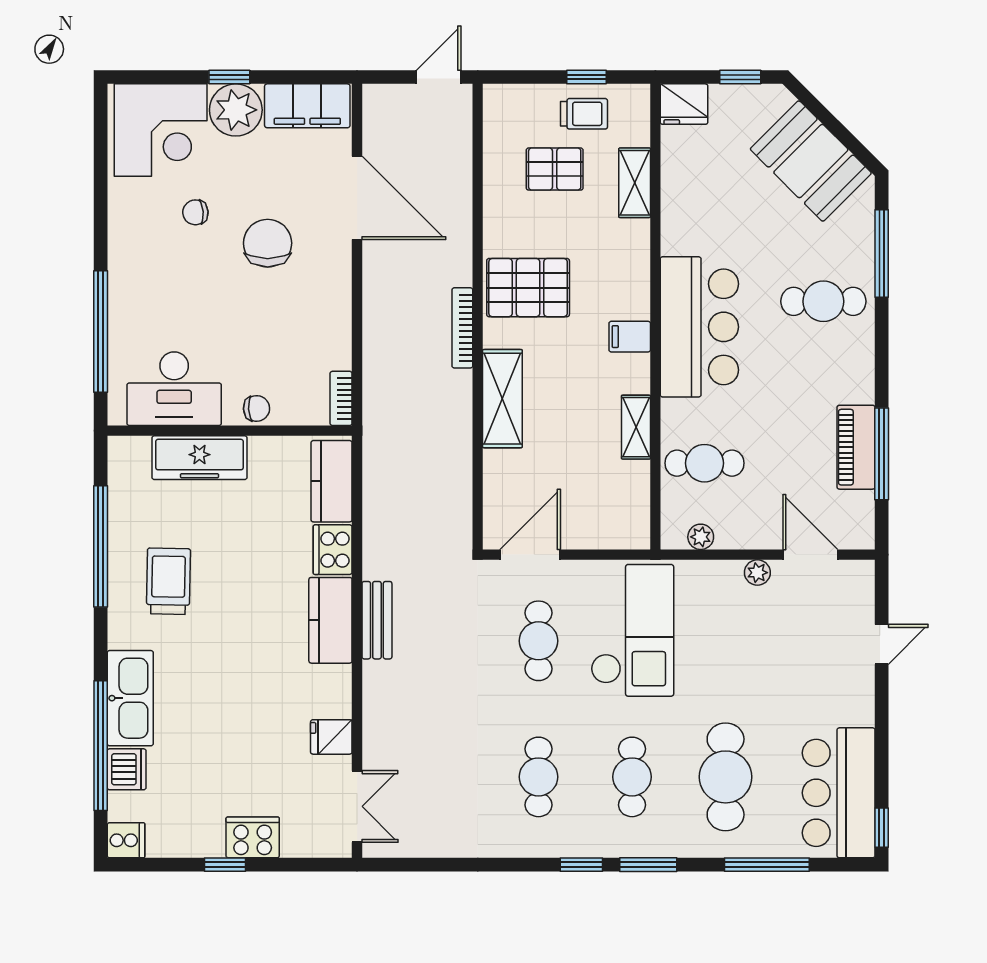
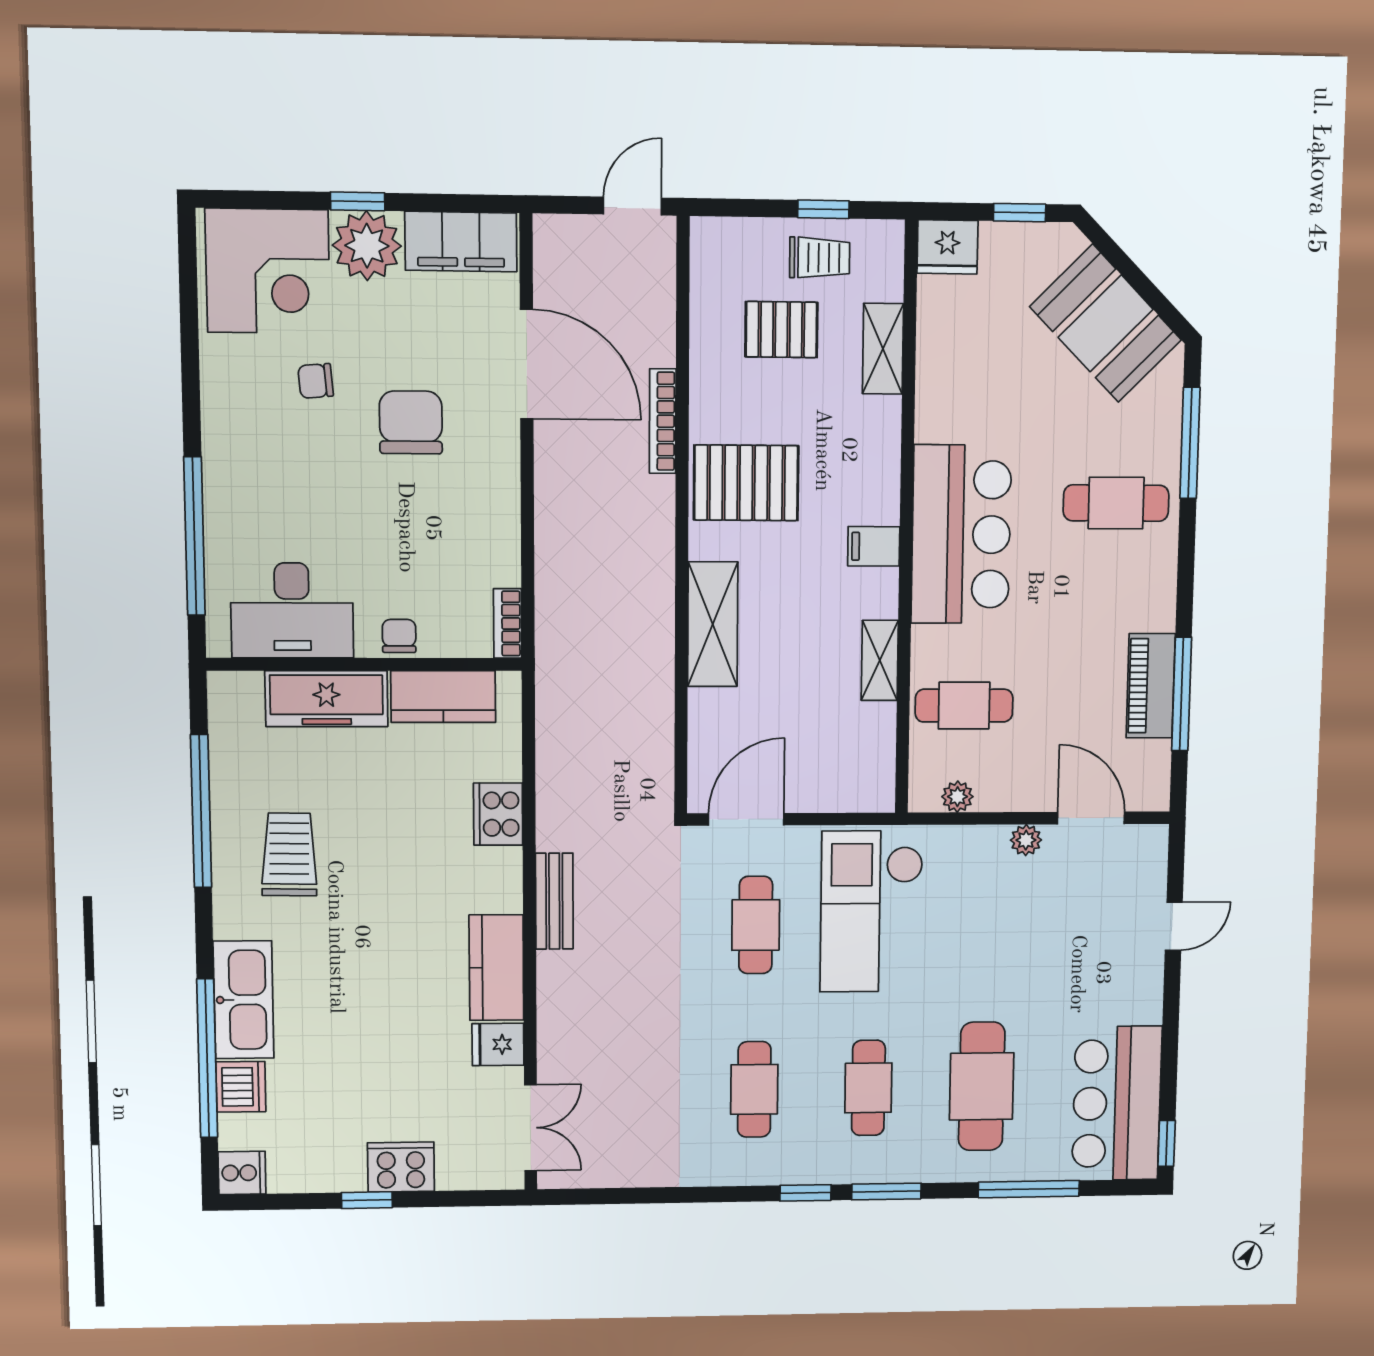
bookcase: (462, 328) -> (663, 421), moved
chair: (257, 408) -> (399, 636), turned -87
kitchen counter: (332, 481) -> (443, 697), moved, turned -90
kitchen counter: (330, 620) -> (496, 968), moved
checkout: (632, 630) -> (871, 911), turned 180

